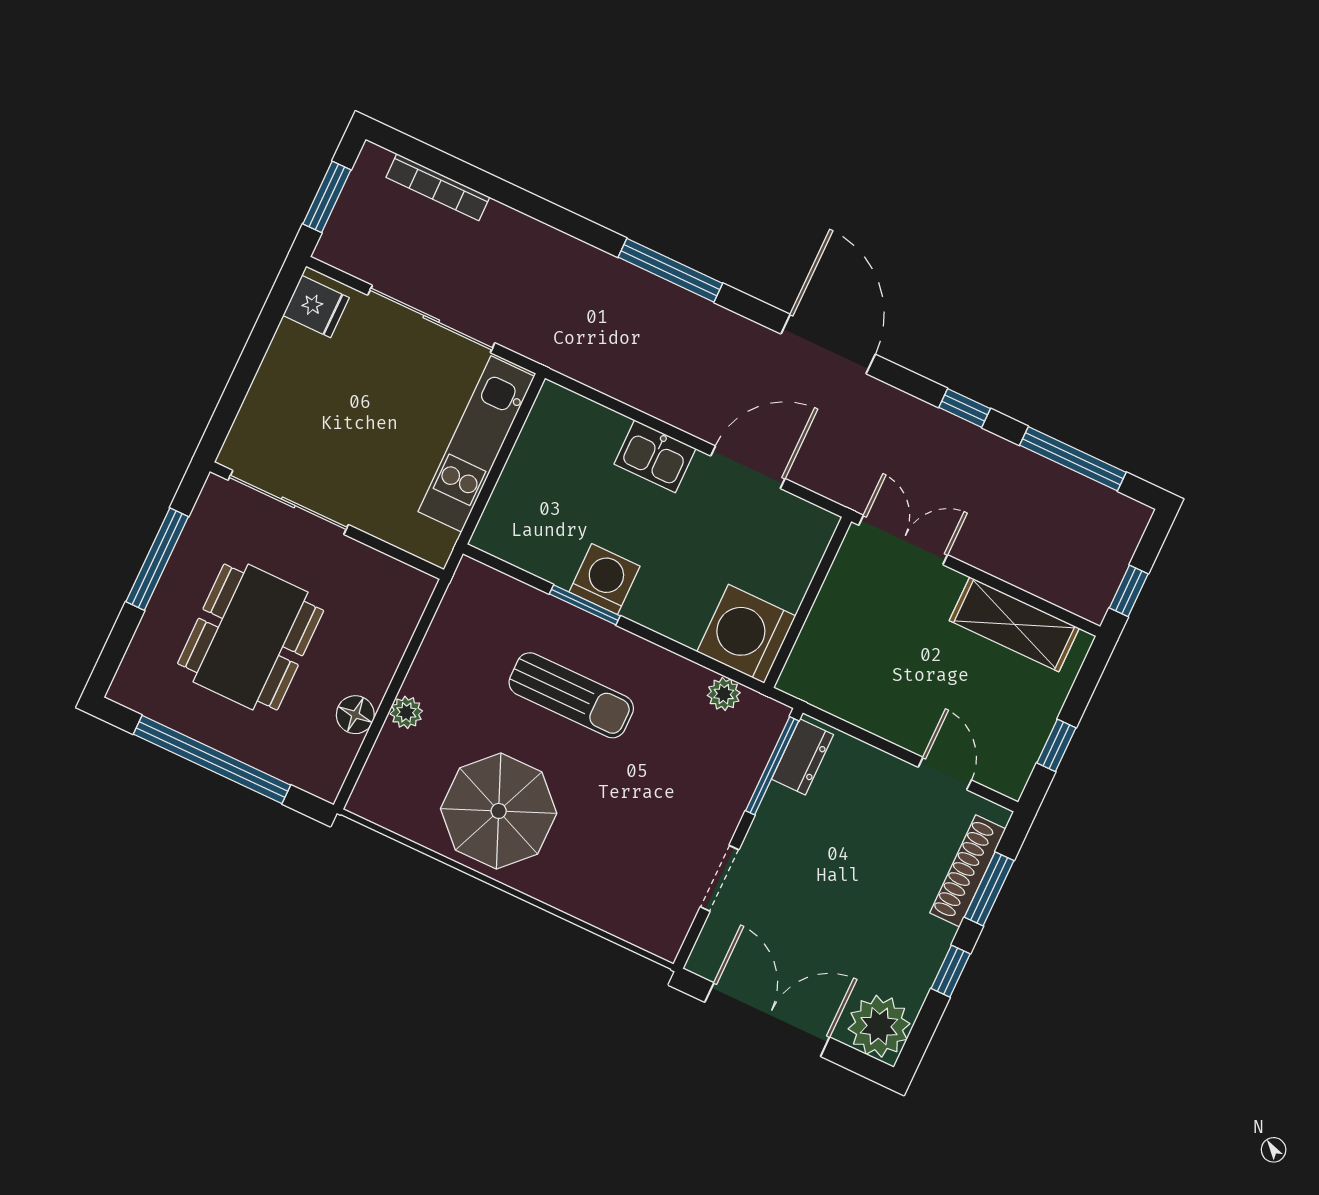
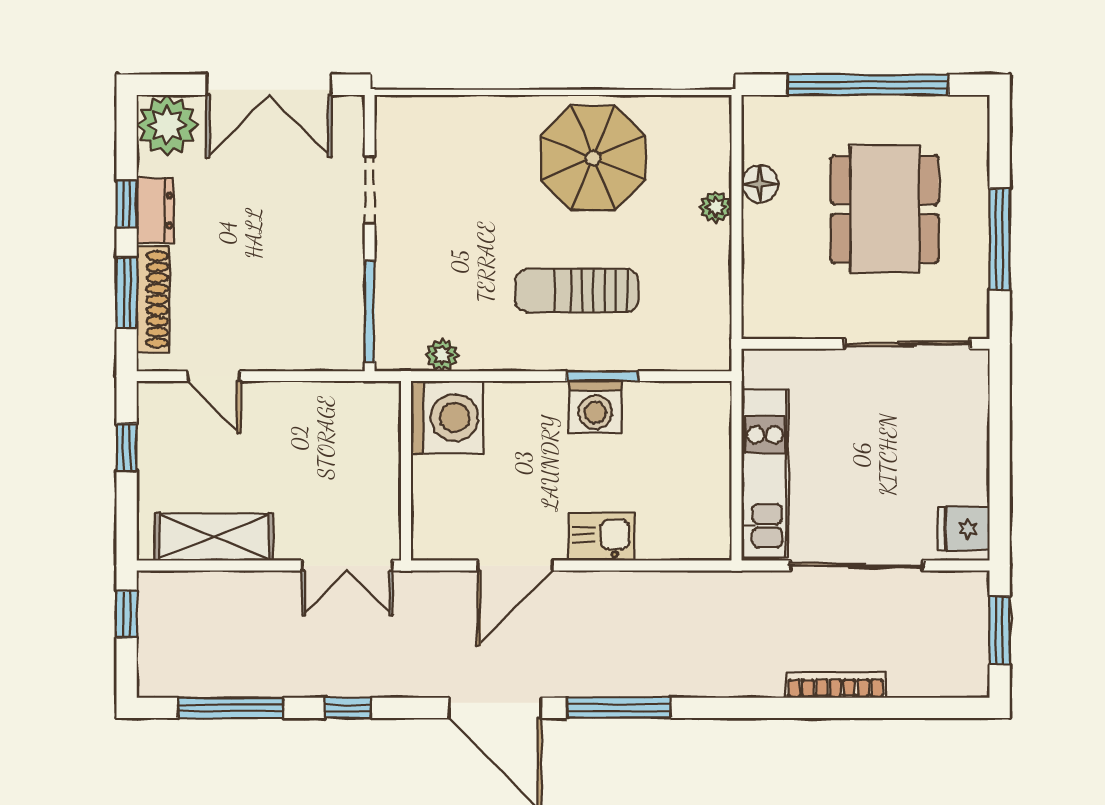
bookcase: (438, 187) -> (835, 685), moved
window: (670, 270) -> (619, 708), moved
dresser: (803, 757) -> (155, 211), moved, turned 180

